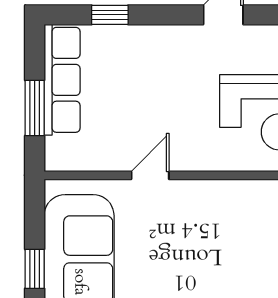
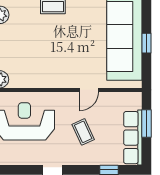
coffee table: (162, 91) -> (83, 132), added

